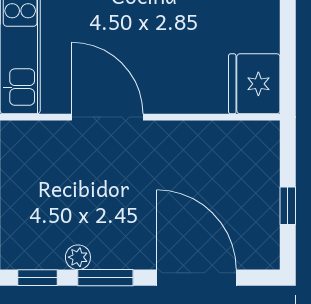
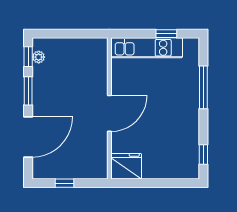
door: (107, 117) -> (109, 113), moved
plant: (78, 257) -> (39, 57), moved

